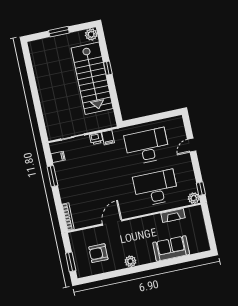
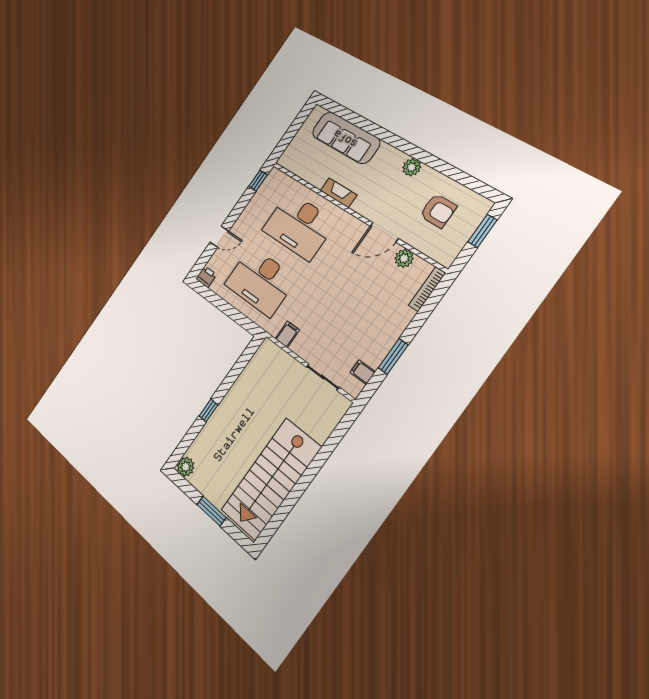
stairs: (92, 78) -> (271, 479), moved, turned 180
printer: (96, 139) -> (206, 277), moved
plant: (194, 198) -> (404, 258), moved
fireplace: (173, 216) -> (339, 193), moved
sofa: (171, 248) -> (346, 138), width x1.36

